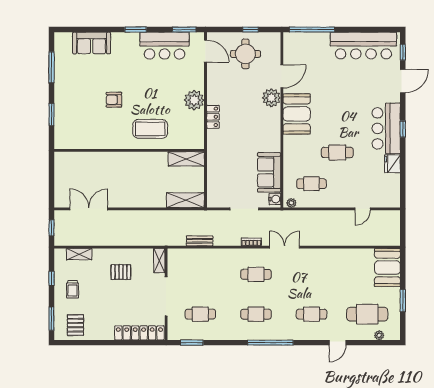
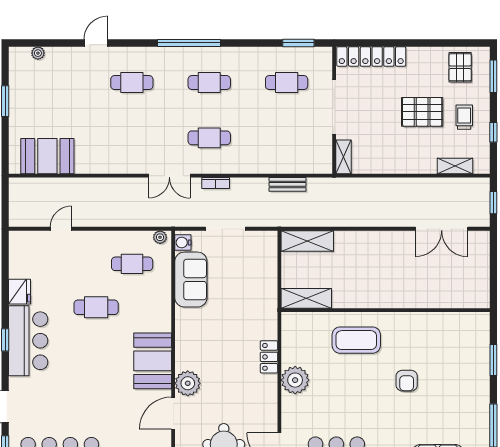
armchair: (114, 100) -> (407, 381), turned 90
booth: (387, 268) -> (47, 156), moved, turned 90
pallet: (121, 272) -> (422, 112), moved, width x1.50, depth x1.42
cafe table: (367, 314) -> (55, 83), removed

